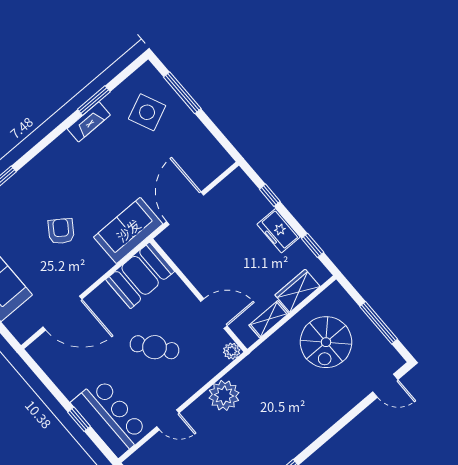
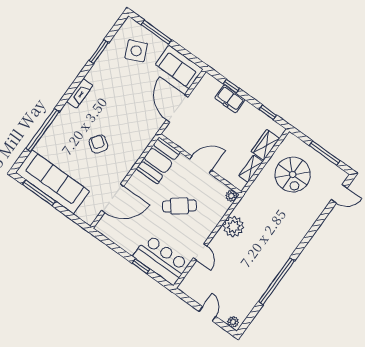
fireplace: (89, 122) -> (80, 93), moved
sofa: (128, 230) -> (179, 67), moved, turned -90
freezer: (279, 231) -> (230, 99), moved
door: (214, 314) -> (201, 165), moved
door: (168, 420) -> (200, 252), hinge flipped

